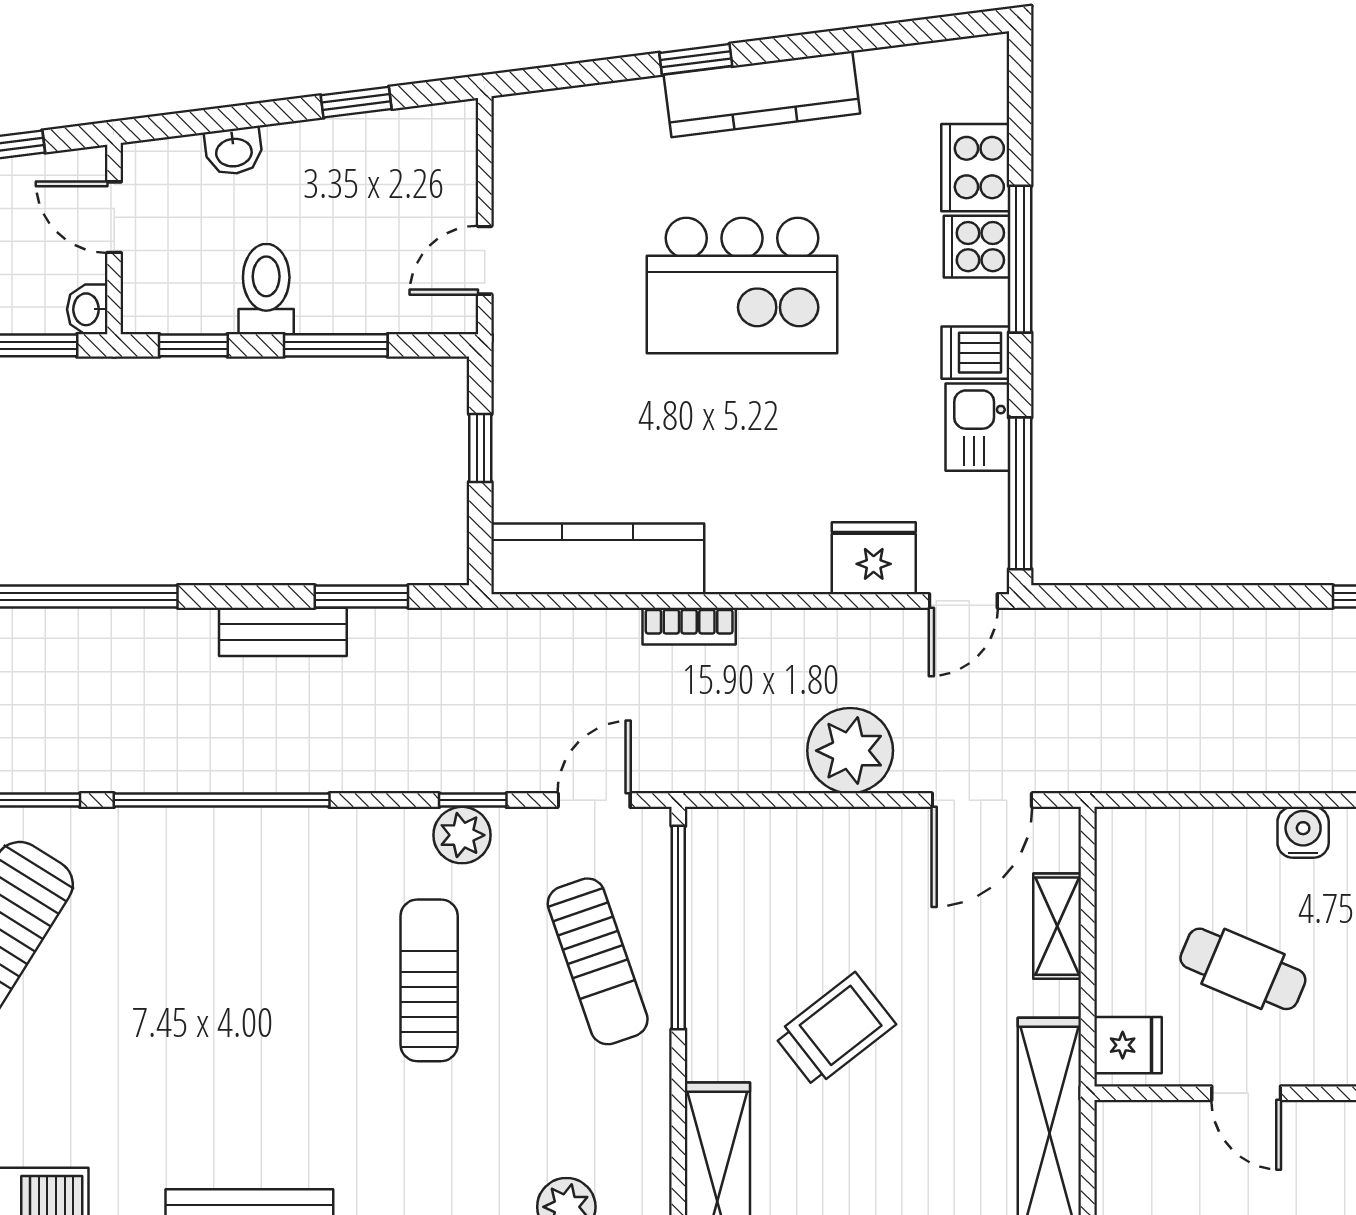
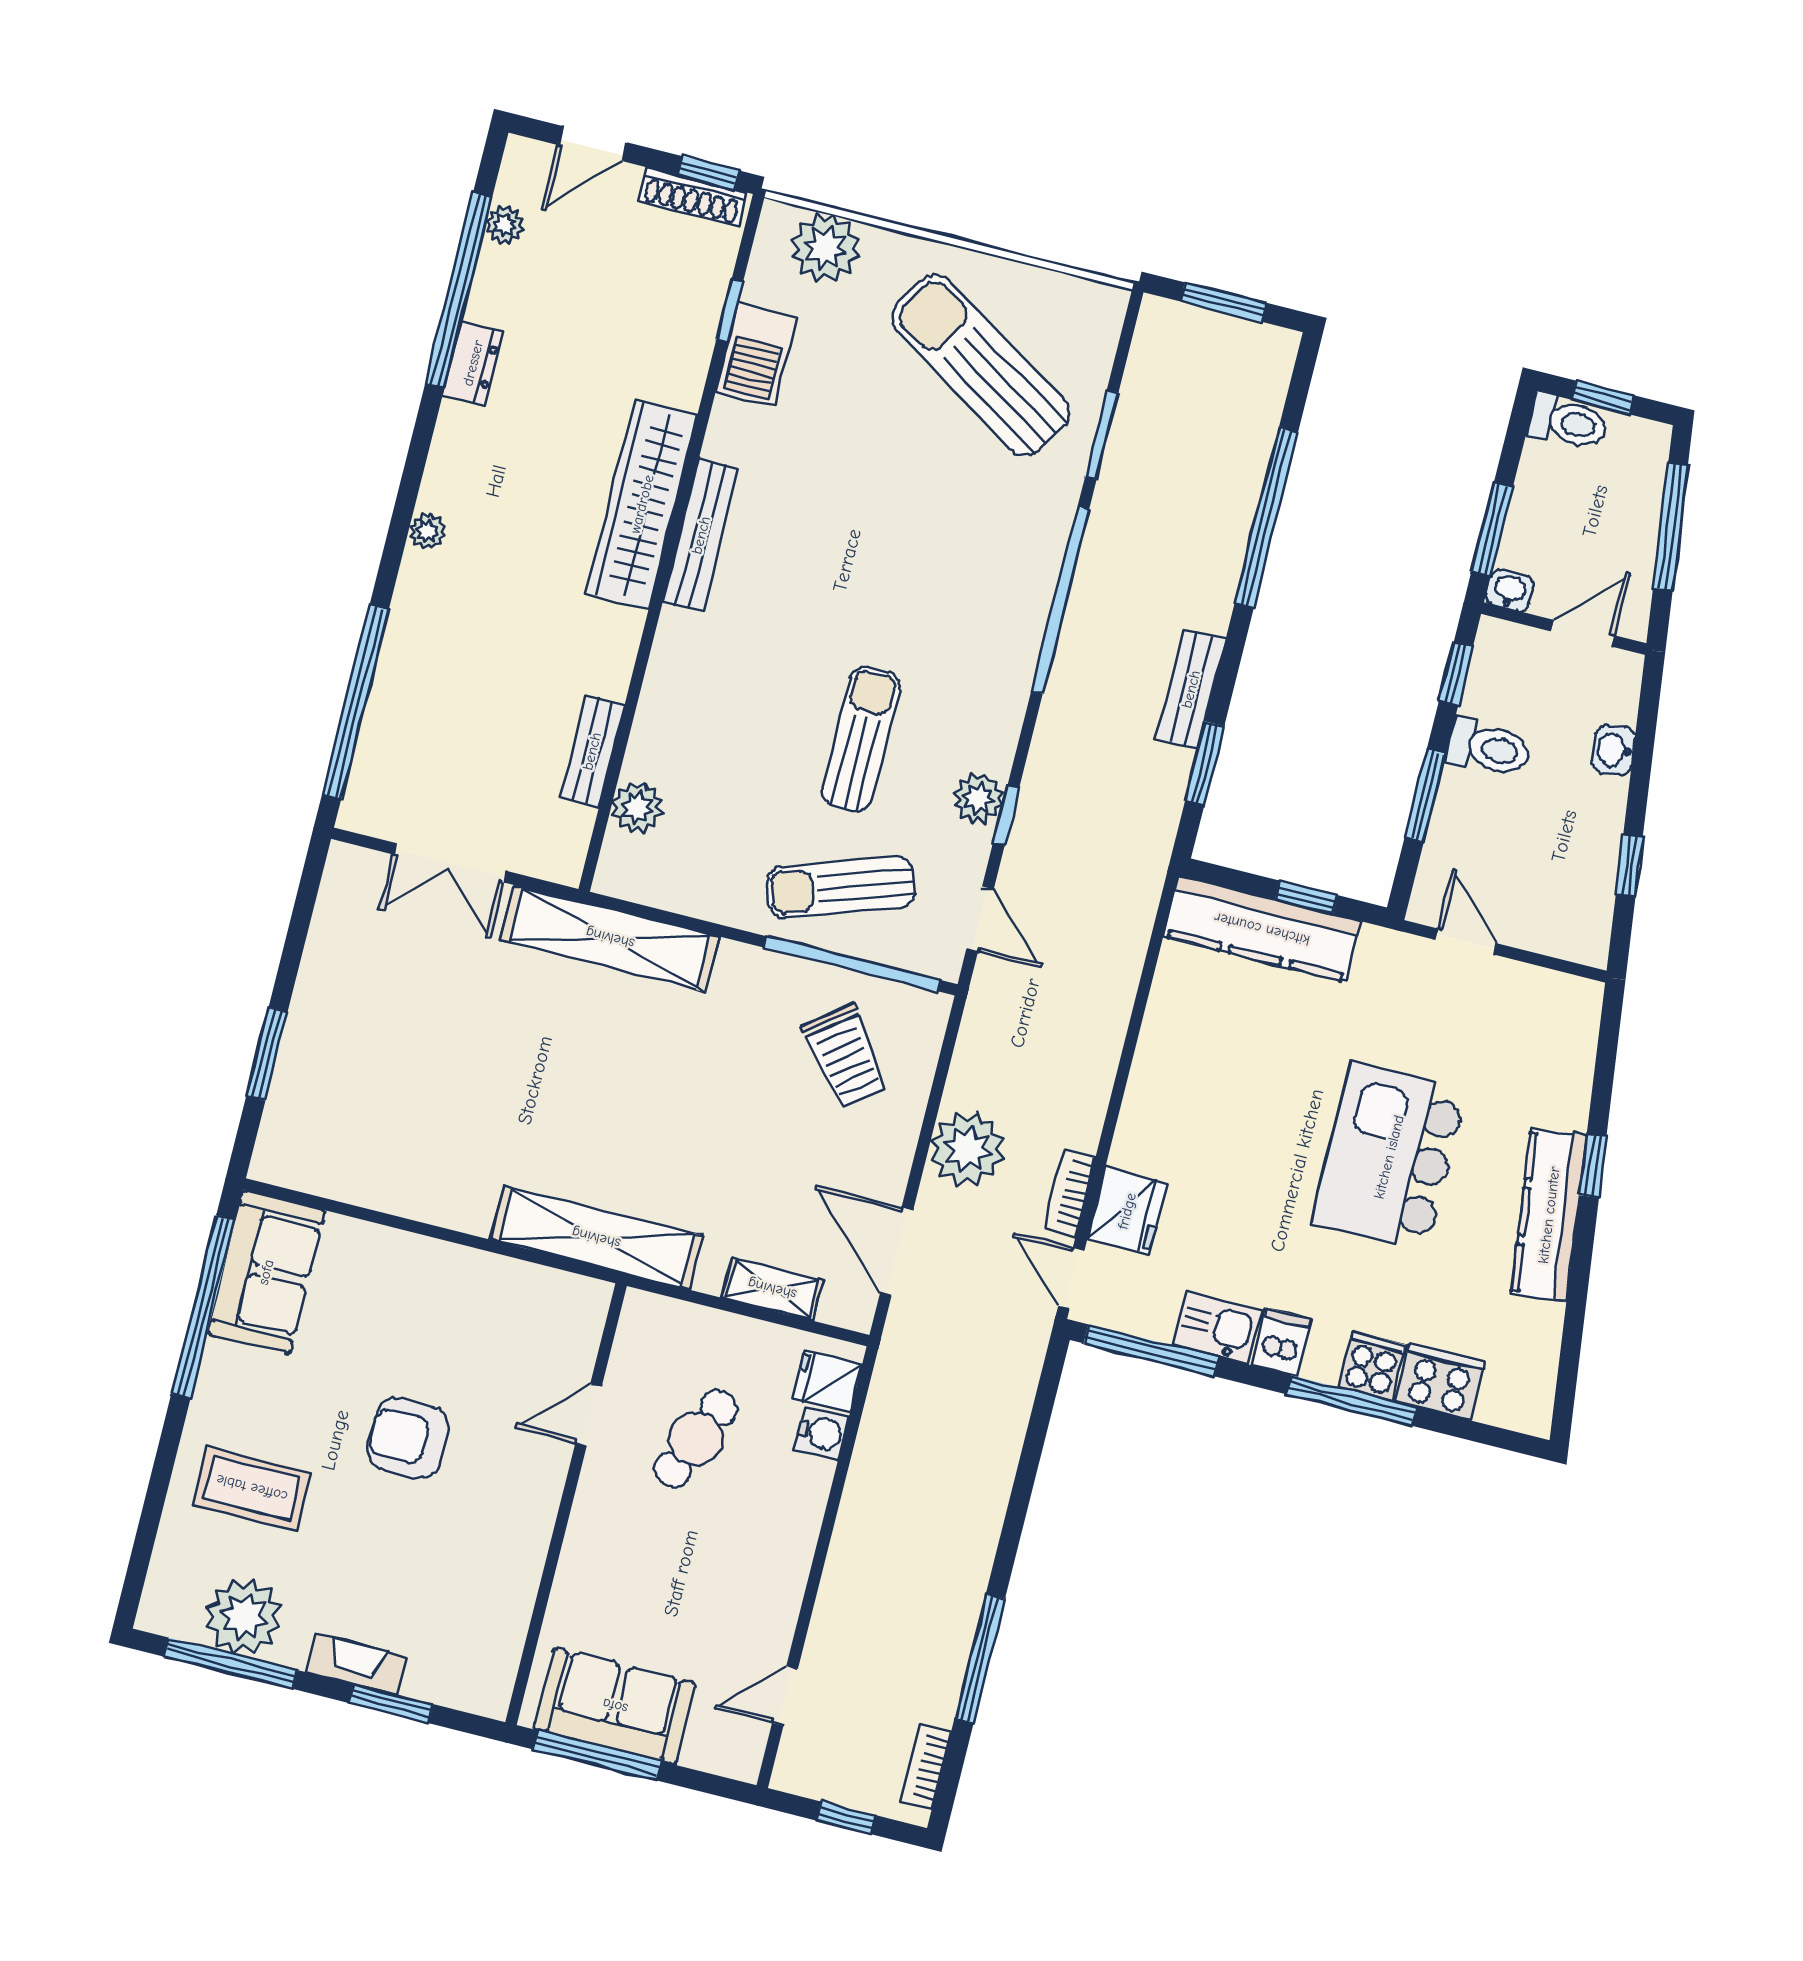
kitchen counter: (598, 559) -> (1262, 929), moved, turned 90
bookcase: (689, 626) -> (1069, 1194), moved
water cooler: (1303, 832) -> (822, 1433), moved
sun lounger: (429, 980) -> (861, 739), turned -90
trolley: (835, 1030) -> (846, 1056), moved
fridge: (1128, 1045) -> (827, 1381), moved, turned 90

